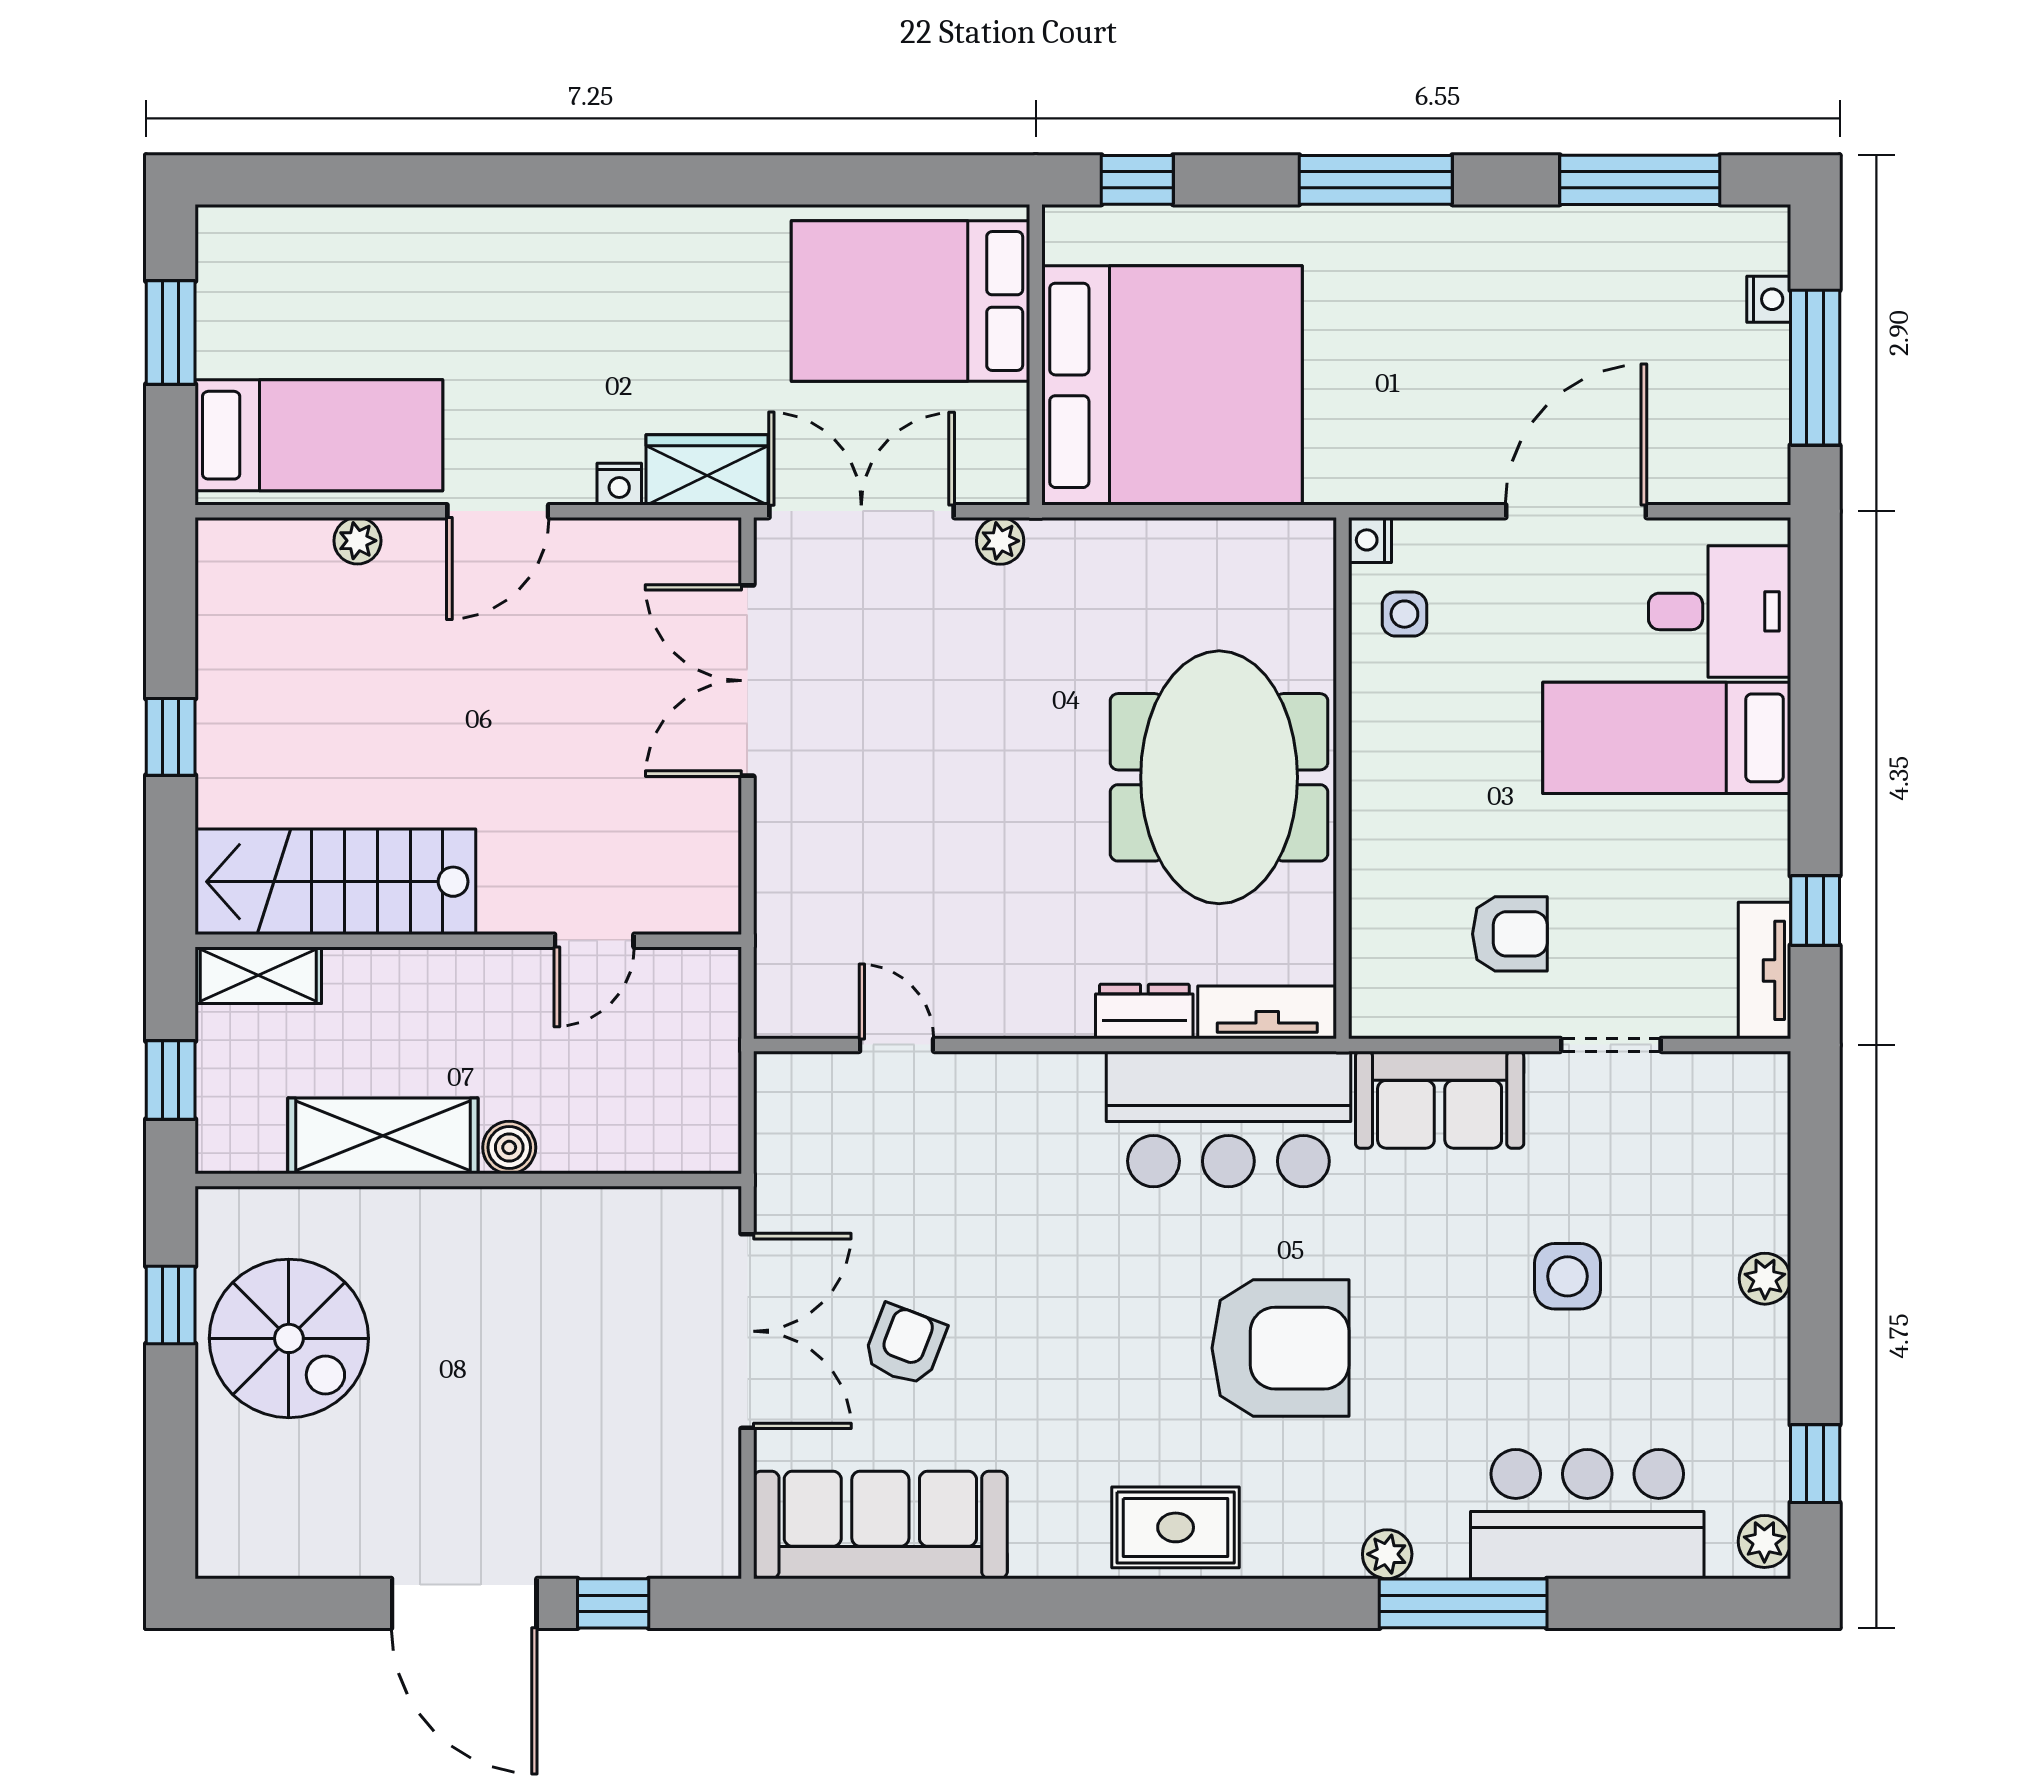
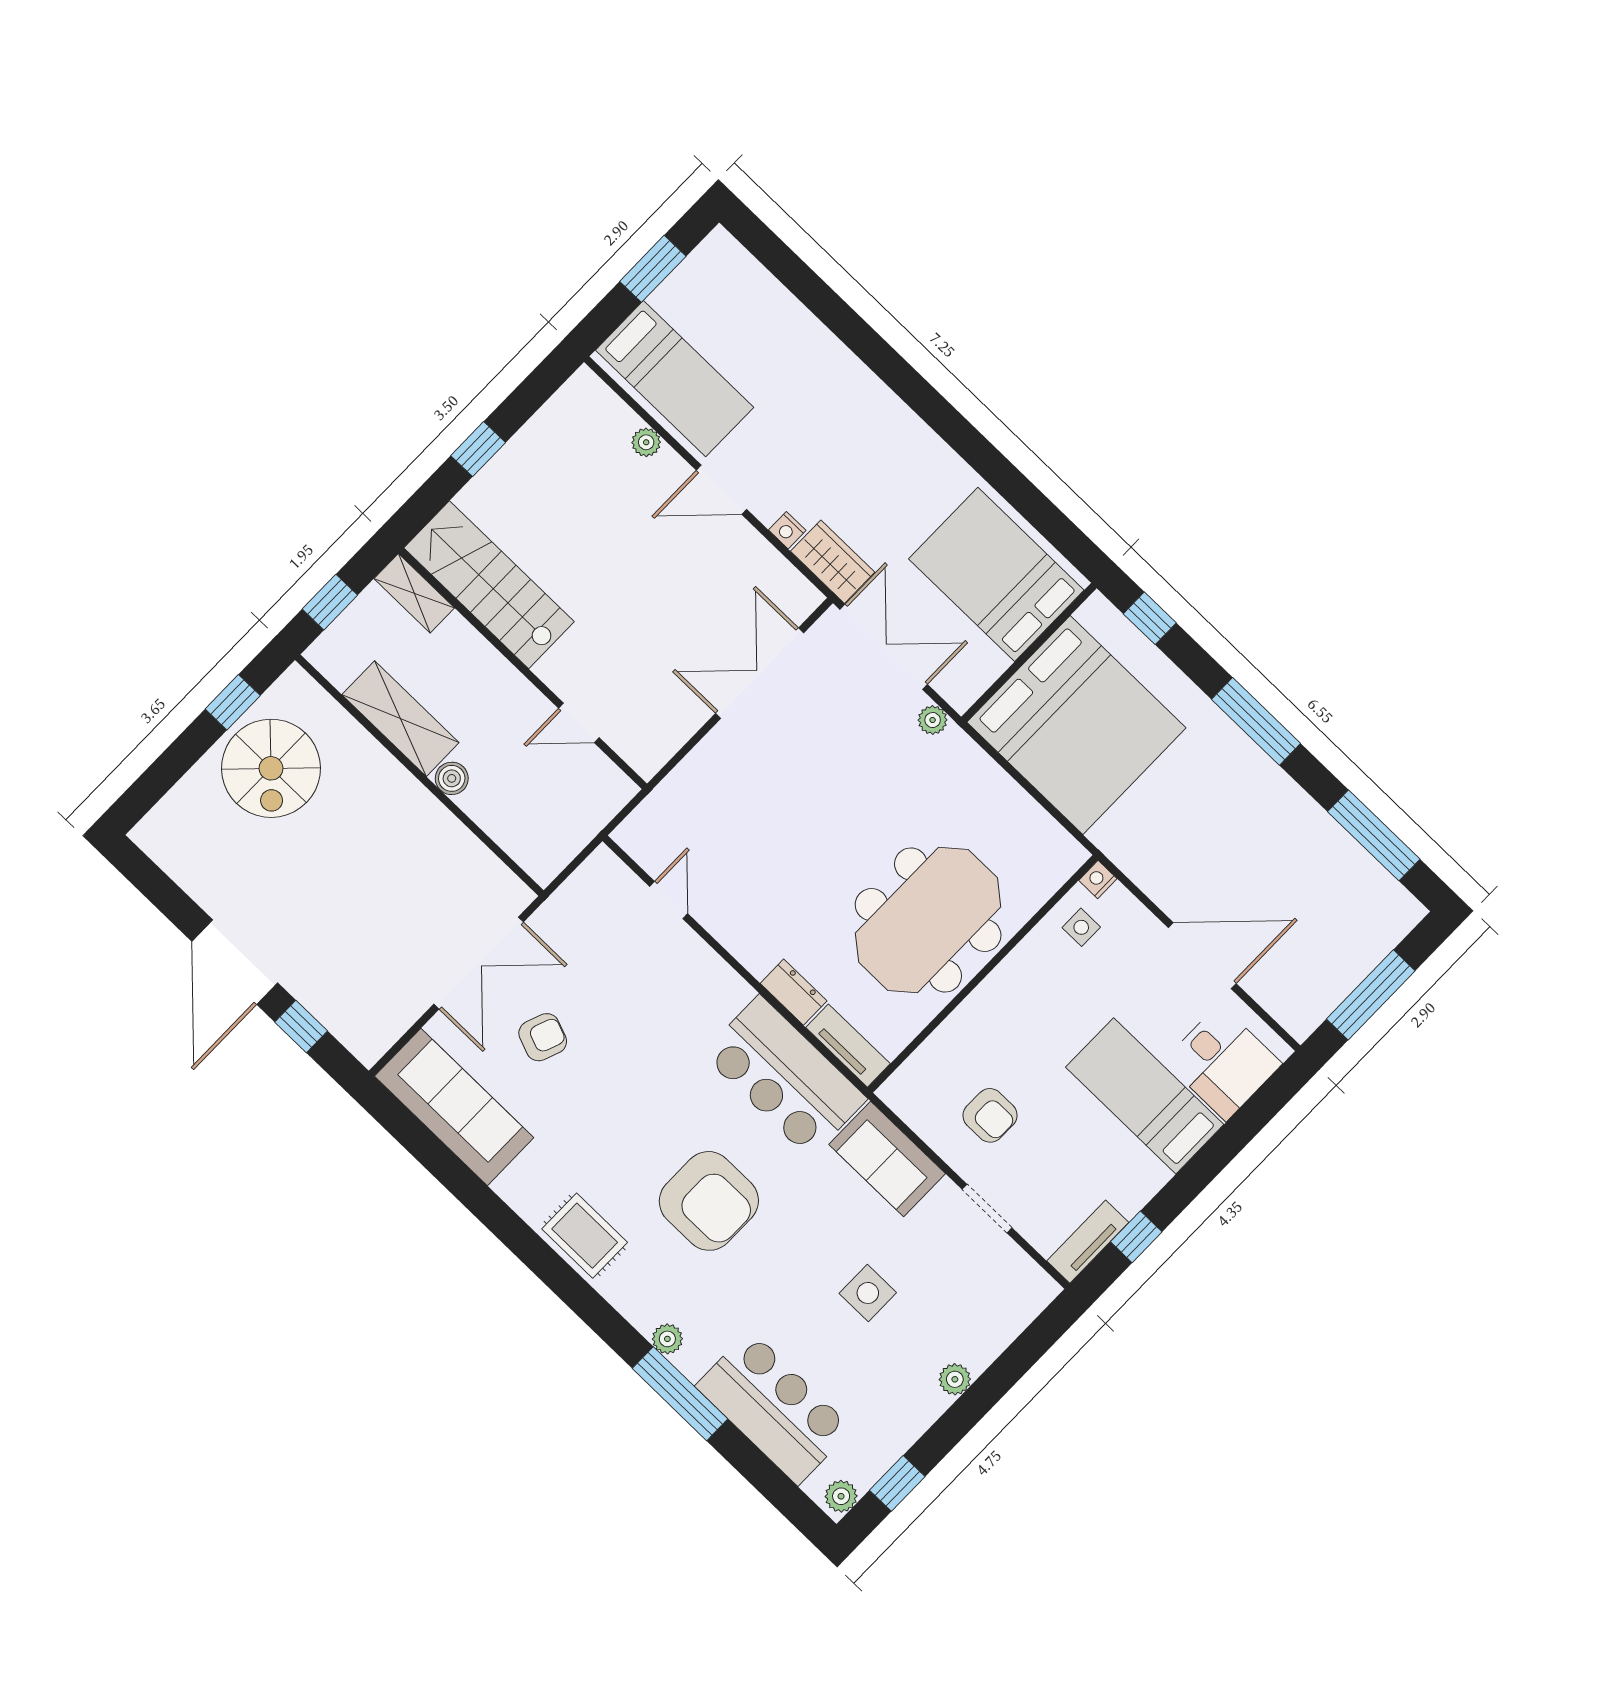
nightstand: (1769, 299) -> (1380, 944), removed

